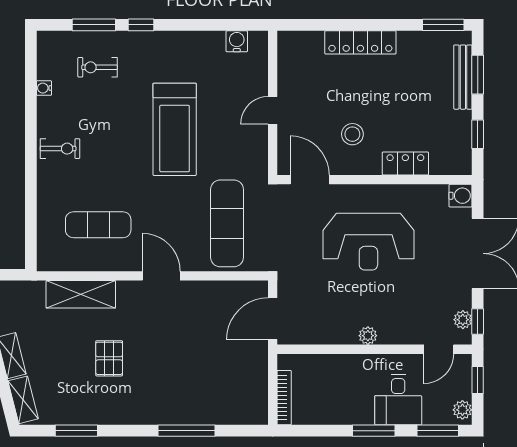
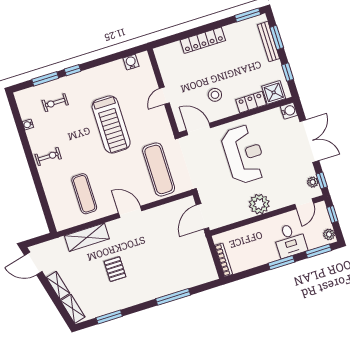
shower: (446, 159) -> (274, 92), added
exercise mat: (98, 225) -> (84, 194), turned 90
reception desk: (368, 242) -> (244, 154), turned -90
plant: (368, 336) -> (259, 204), width x1.88, depth x1.88

